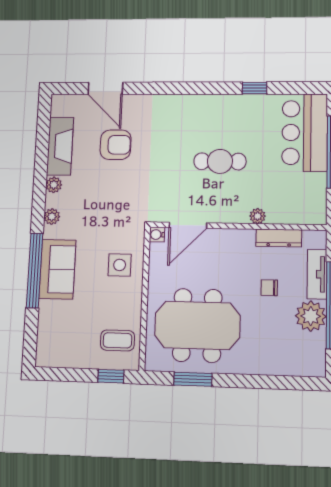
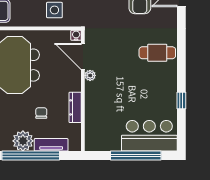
cafe table: (220, 161) -> (157, 53), moved, turned 90
plant: (258, 216) -> (90, 75), moved
dresser: (279, 238) -> (75, 107), moved

